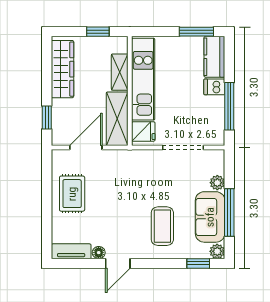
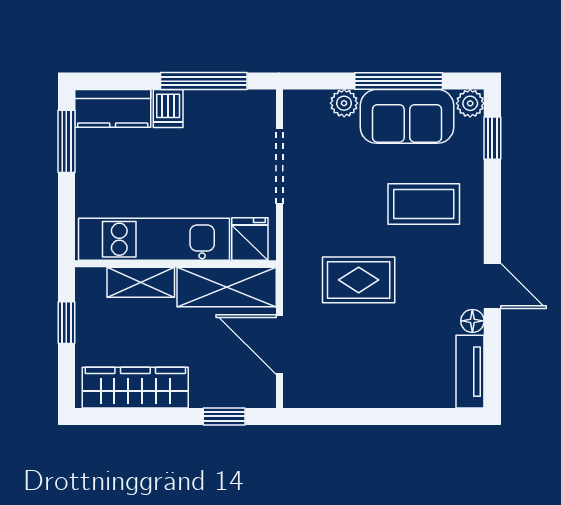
rug: (72, 194) -> (359, 280), moved

